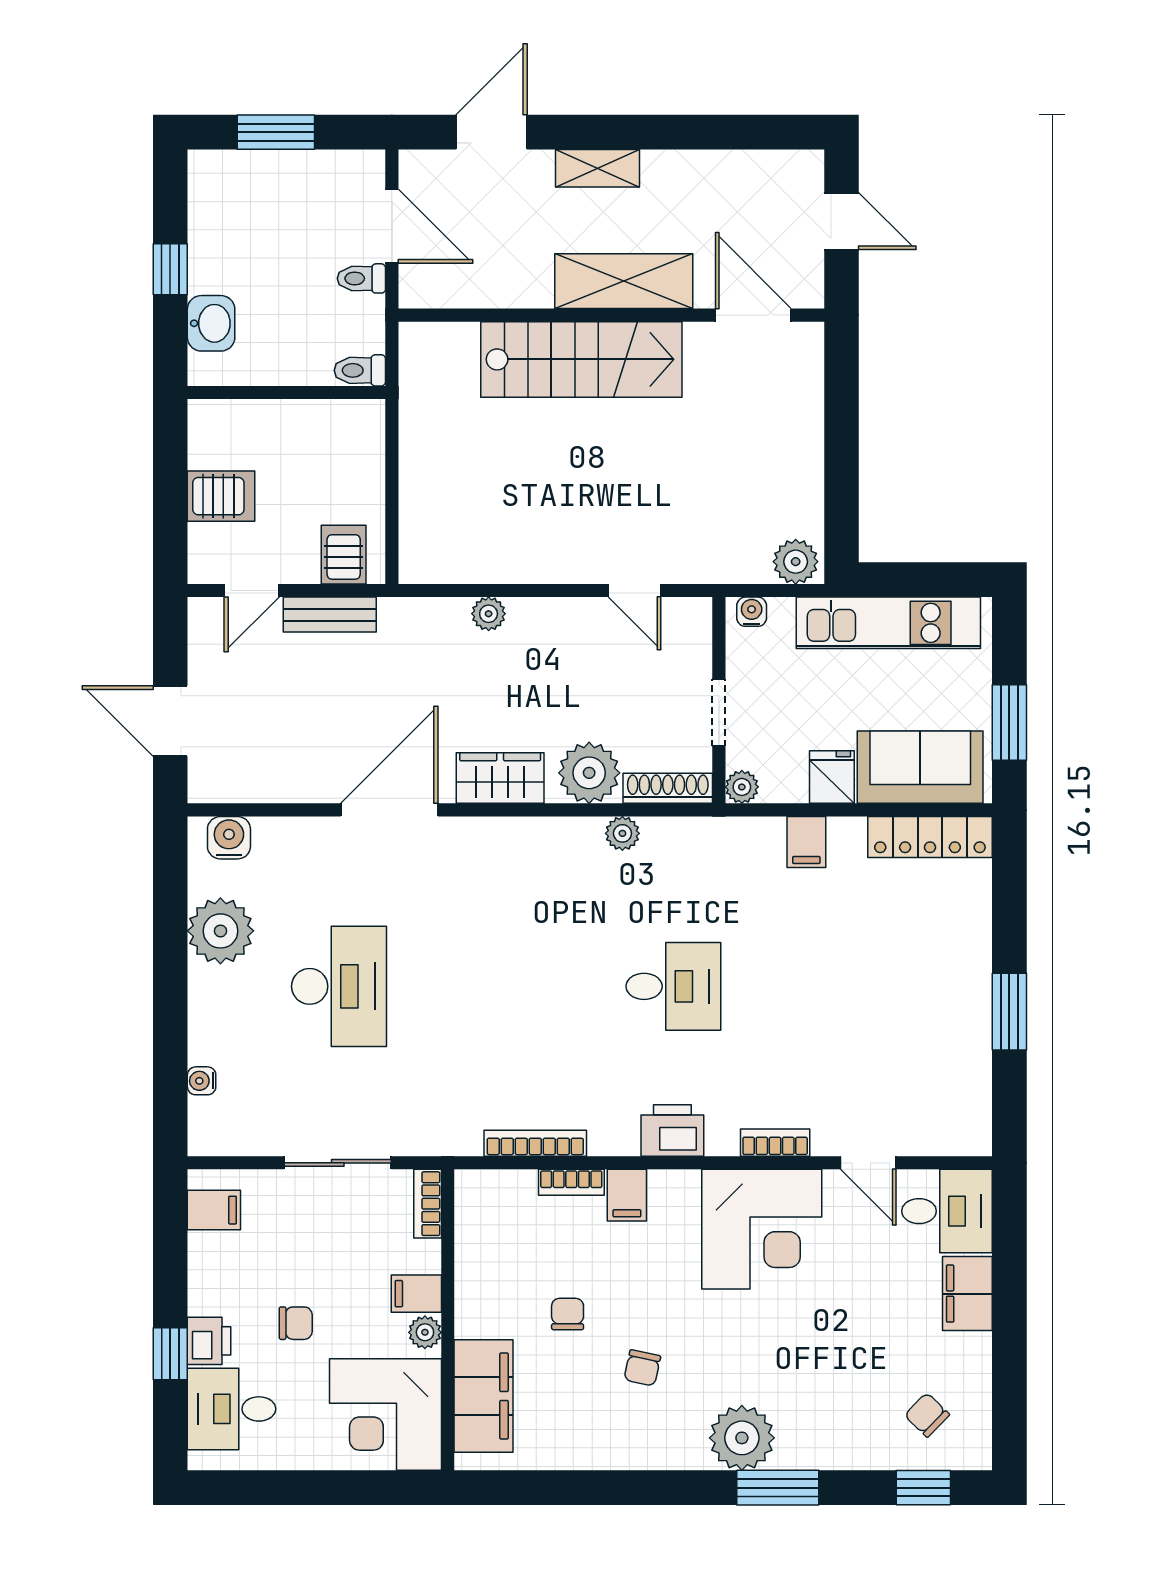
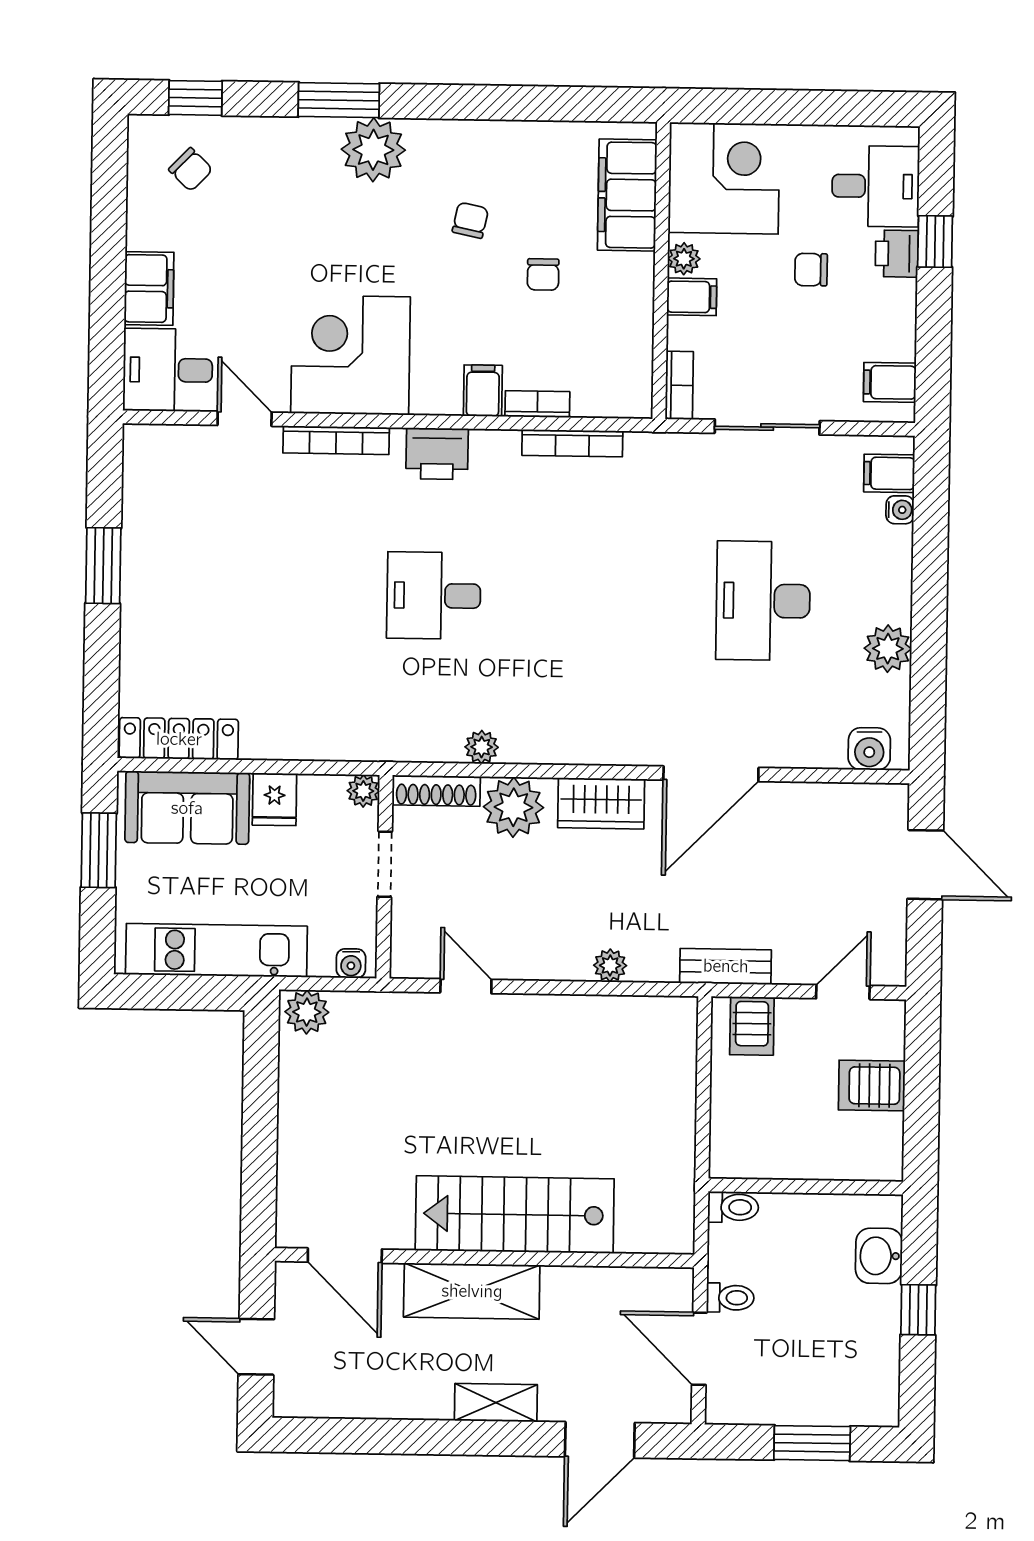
bench: (330, 615) -> (726, 966), moved
filing cabinet: (806, 842) -> (889, 473), moved, turned -90
plant: (220, 931) -> (888, 649), width x0.73, depth x0.73
bookcase: (775, 1143) -> (336, 440), width x1.56

